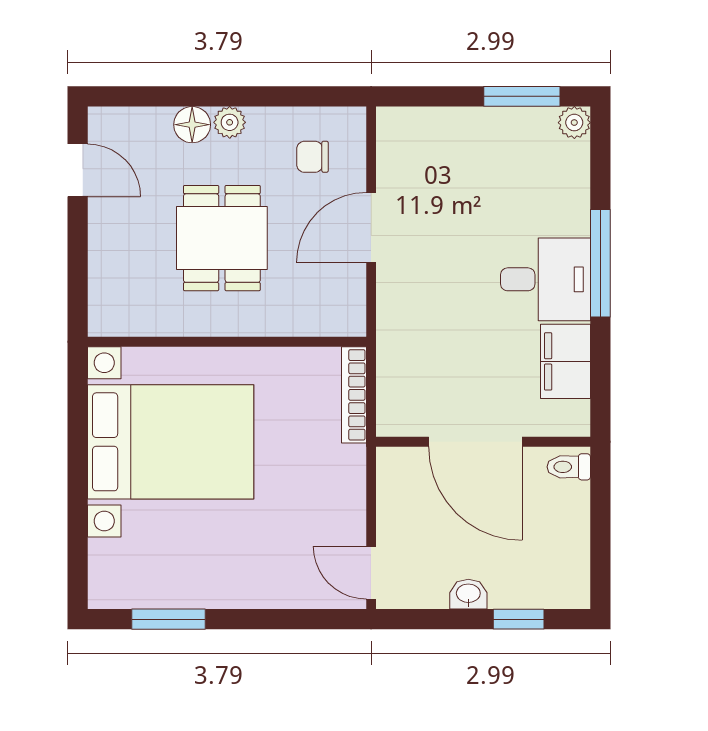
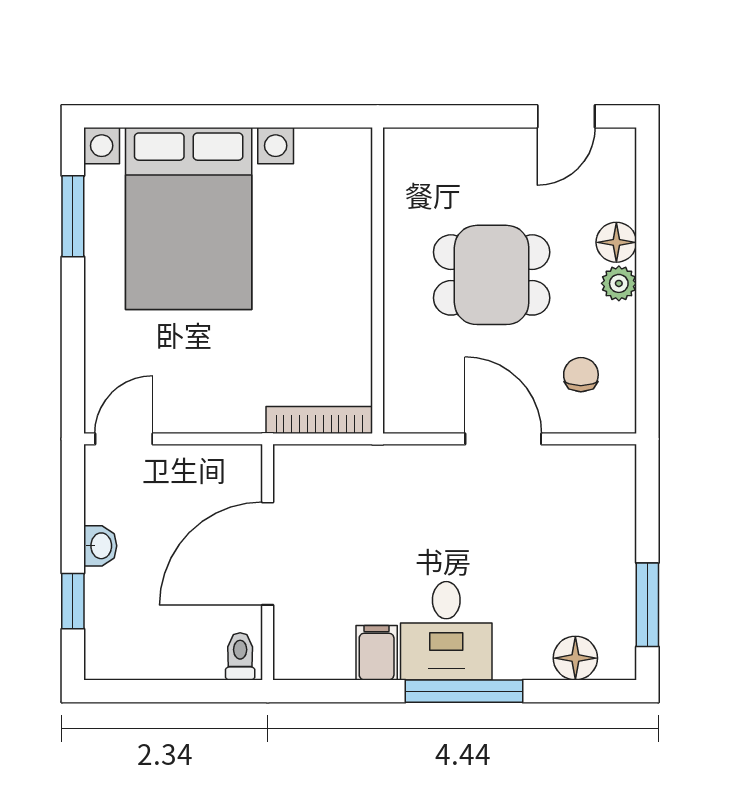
plant: (574, 123) -> (619, 662), removed
floor lamp: (570, 162) -> (575, 658), added
filing cabinet: (566, 361) -> (377, 653), width x0.50
bed with nightstands: (171, 442) -> (189, 219), moved

